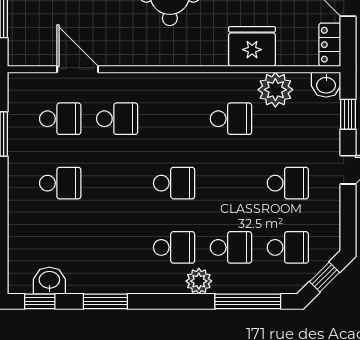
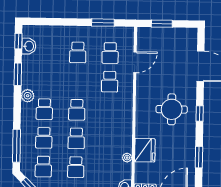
plant: (275, 90) -> (127, 158), width x0.53, depth x0.53
school desk: (231, 119) -> (76, 138), moved
plant: (199, 281) -> (28, 96), moved

